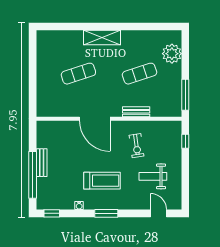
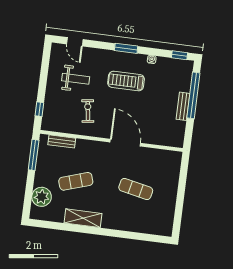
shelving: (102, 38) -> (83, 218), moved
exercise mat: (78, 74) -> (136, 189), turned 30
bench: (136, 112) -> (62, 141), moved

